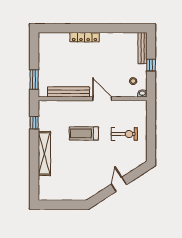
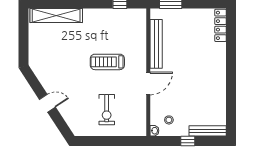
locker: (85, 37) -> (221, 25), moved
treadmill: (84, 133) -> (107, 62), turned -90
shelving: (44, 154) -> (56, 16), moved

